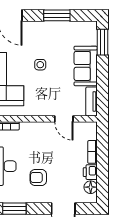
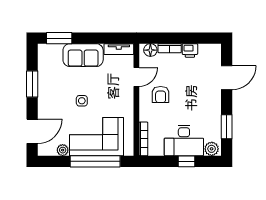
armchair: (38, 178) -> (161, 95), moved
floor lamp: (91, 187) -> (150, 50), moved

